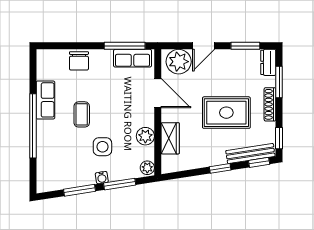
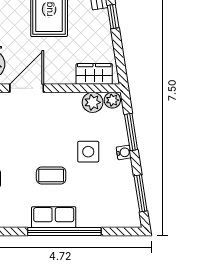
row of seats: (45, 100) -> (54, 217), moved
plant: (145, 136) -> (93, 102), moved
wardrobe: (170, 138) -> (94, 74), moved
window: (80, 190) -> (141, 193), moved

